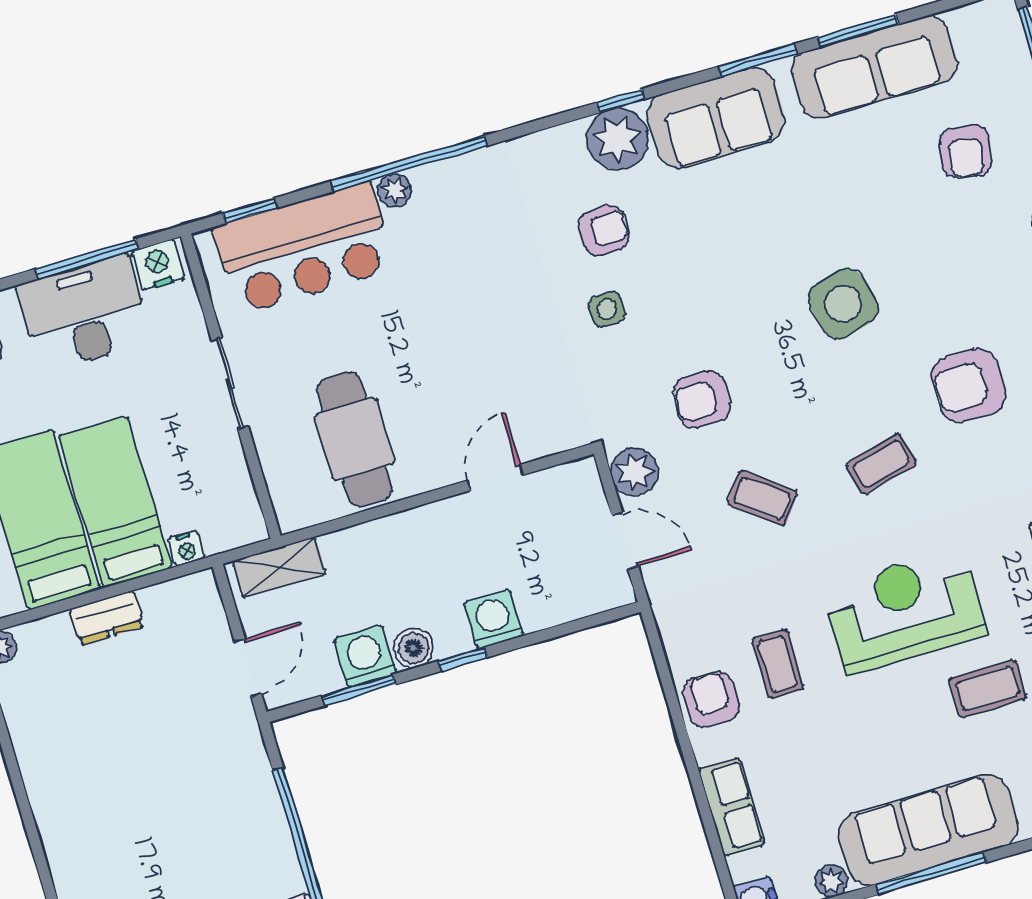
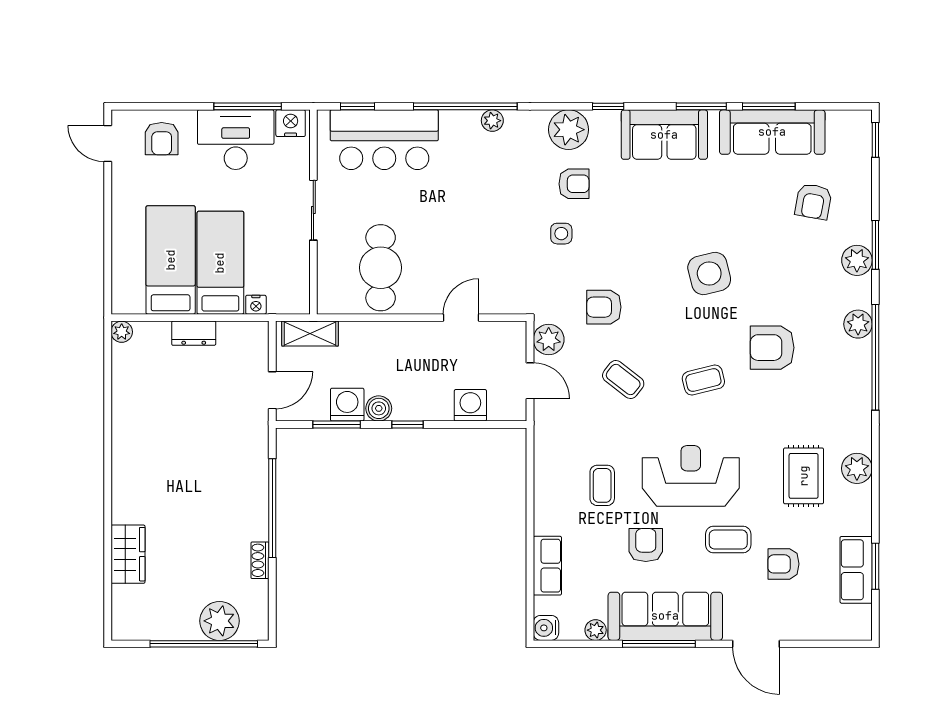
plant: (618, 139) -> (569, 130), moved
plant: (395, 191) -> (492, 121), moved
washing machine: (493, 619) -> (470, 405), moved
armchair: (711, 700) -> (646, 545), moved

